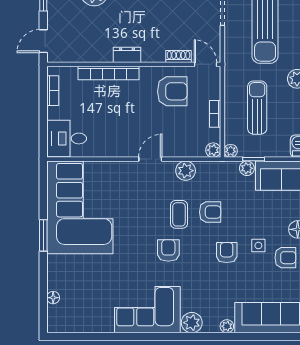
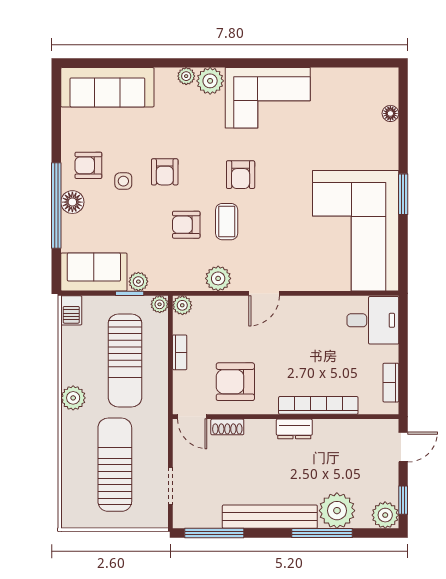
sun lounger: (257, 108) -> (125, 361), width x1.36, depth x1.34
plant: (227, 326) -> (186, 76), moved

